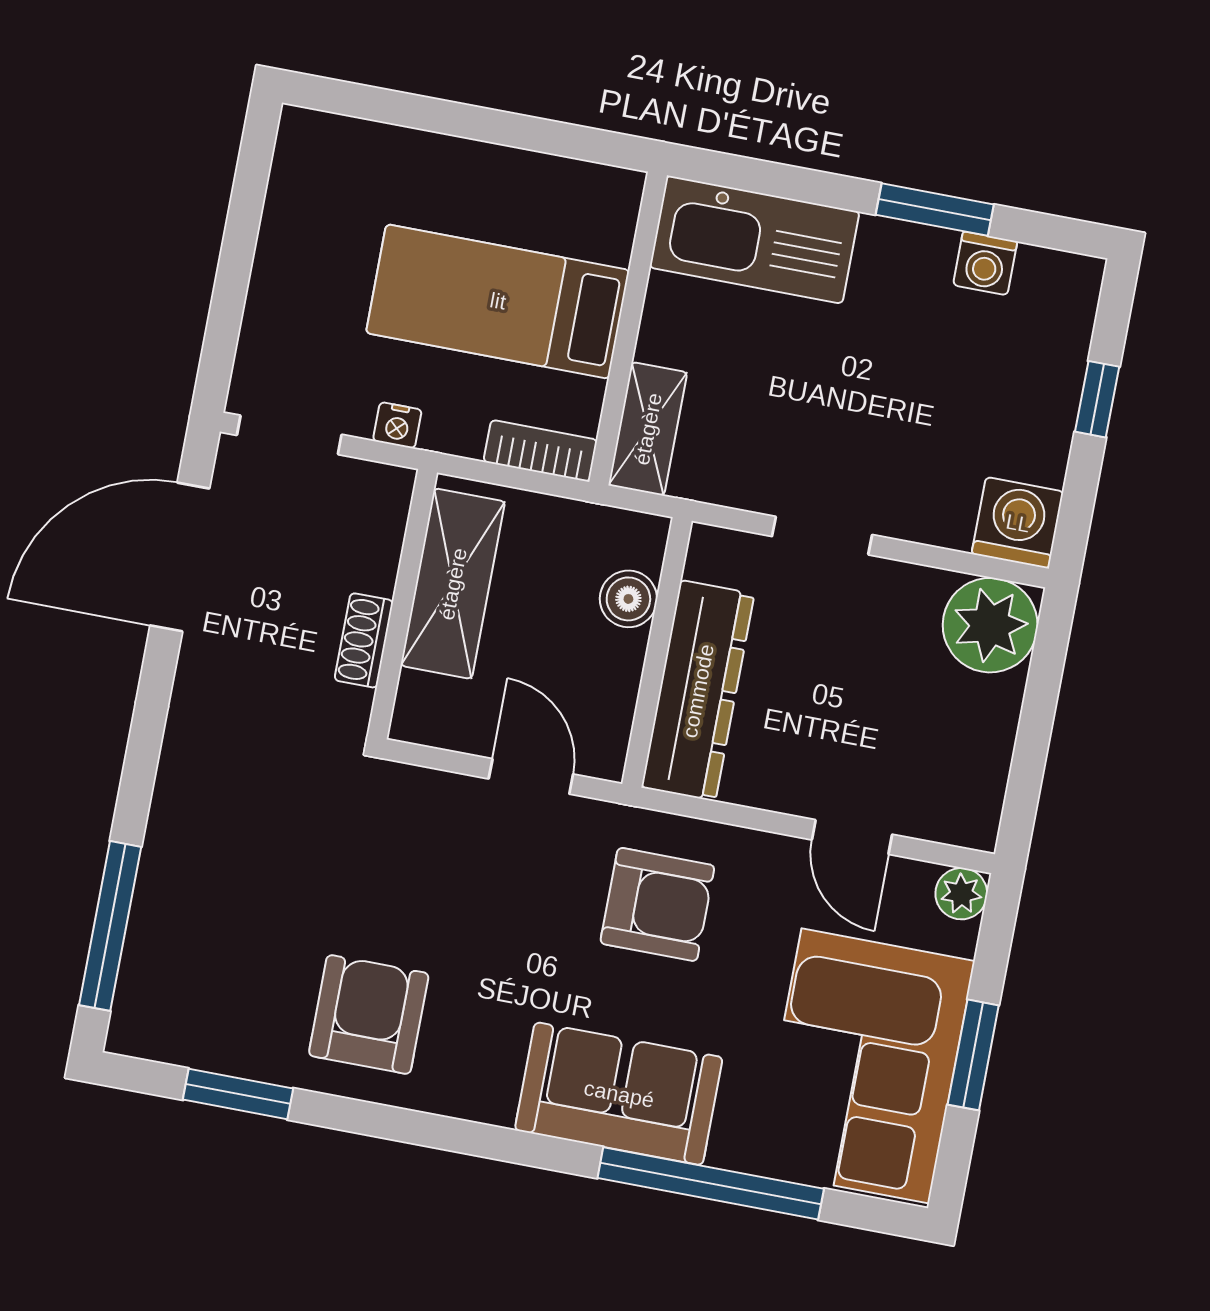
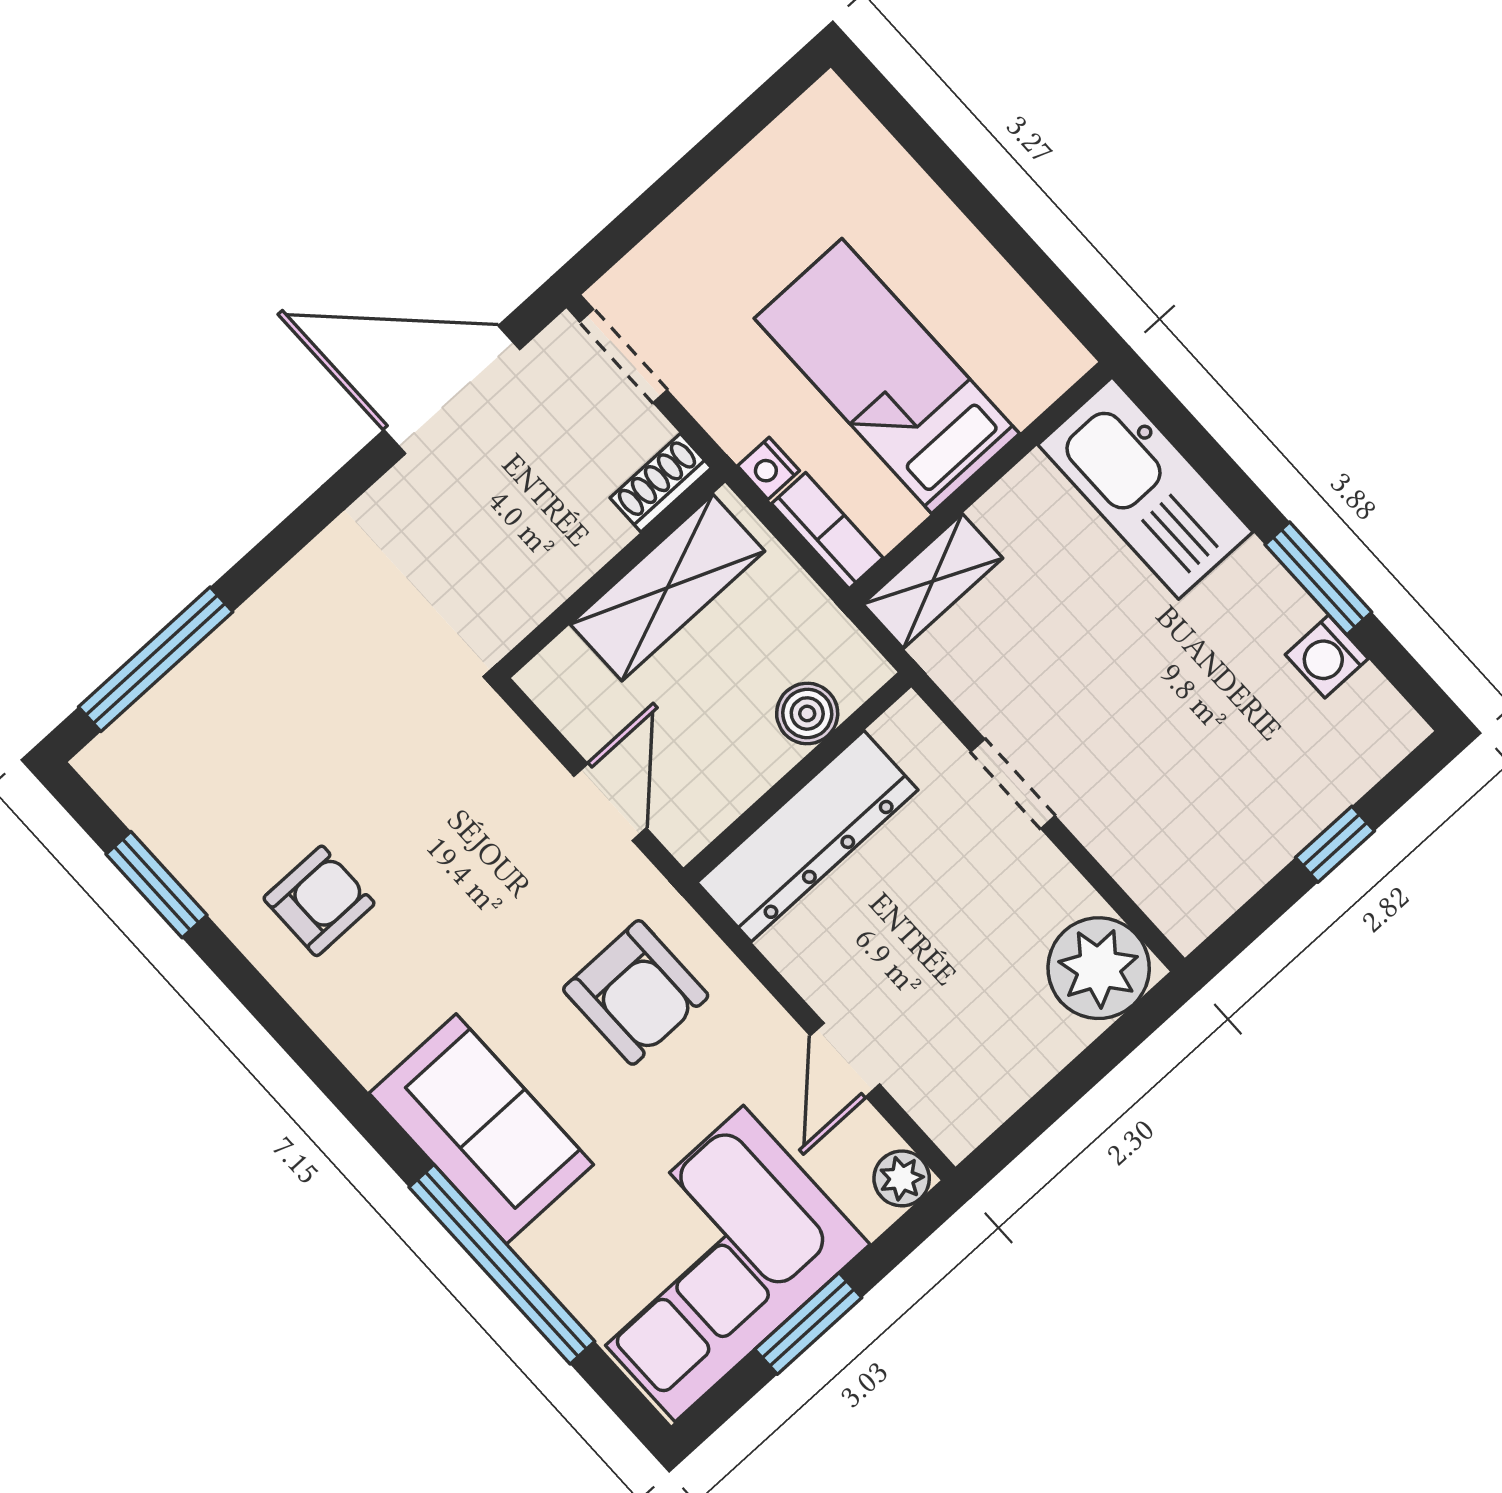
nightstand: (397, 425) -> (768, 468), moved
washing machine: (1018, 523) -> (1188, 898), removed
shoe rack: (364, 640) -> (661, 483), moved
armchair: (369, 1014) -> (319, 901), width x0.72, depth x0.72

